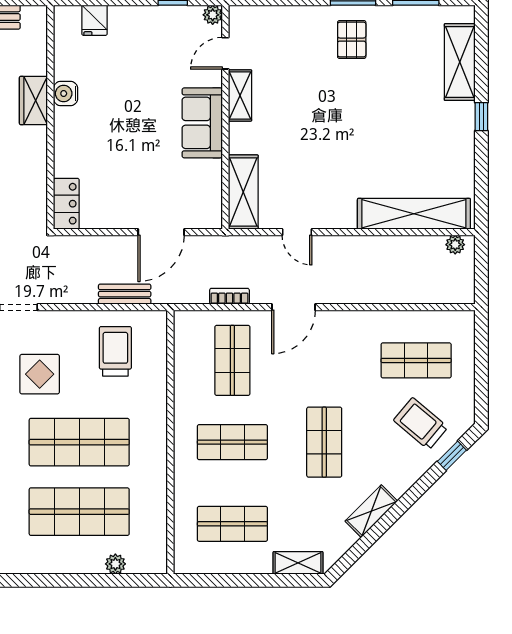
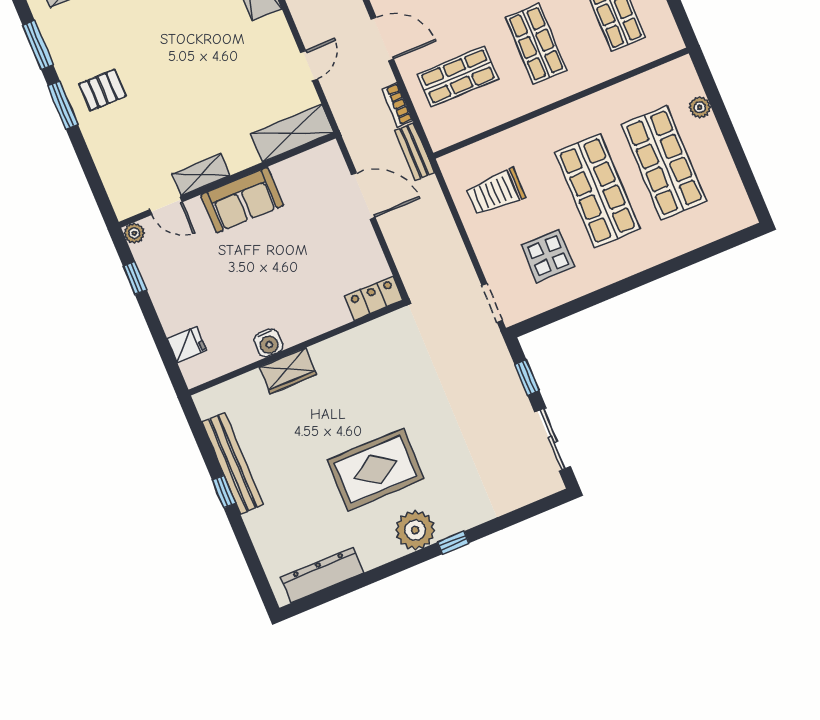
bench: (125, 294) -> (415, 152), moved

